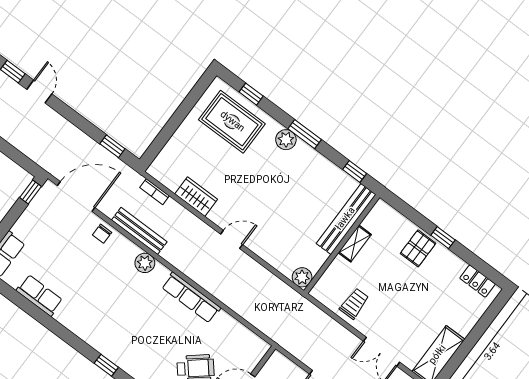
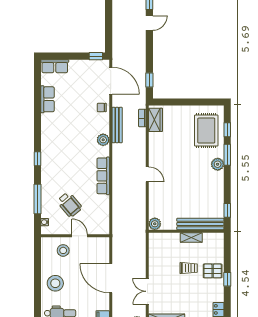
window: (305, 134) -> (227, 155), moved
wardrobe: (196, 197) -> (155, 120), moved
trolley: (354, 304) -> (189, 268), moved

